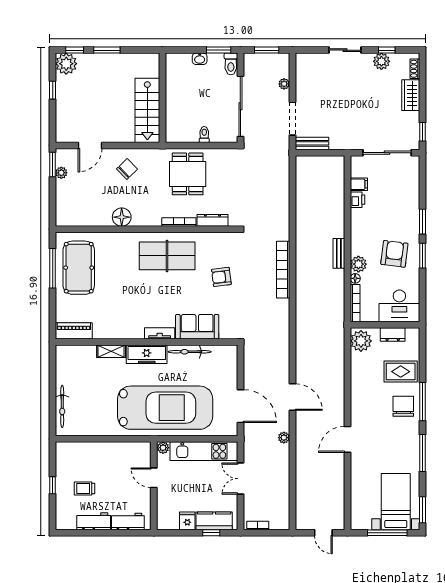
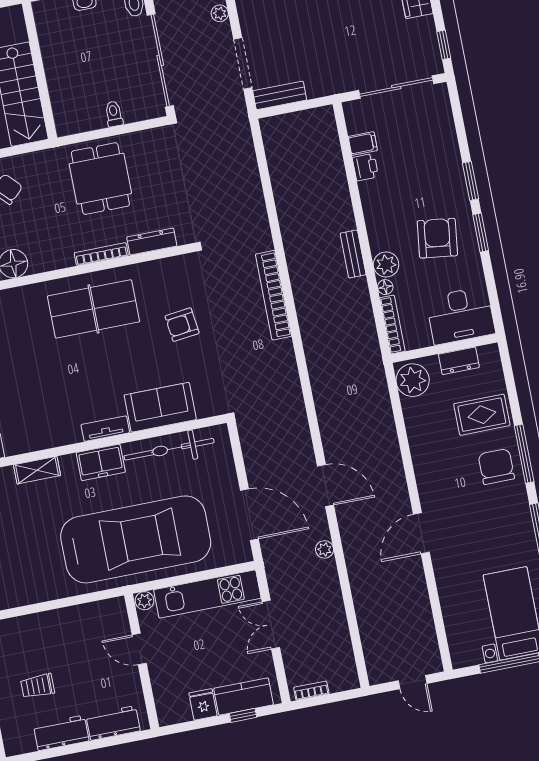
bicycle: (190, 352) -> (169, 449), width x1.37, depth x1.40
freezer: (147, 354) -> (101, 462), width x0.71

